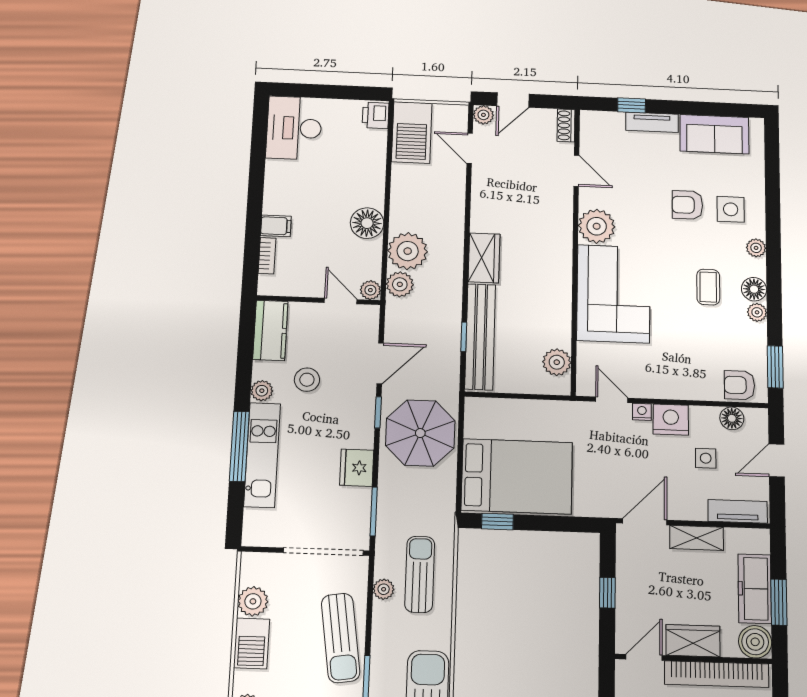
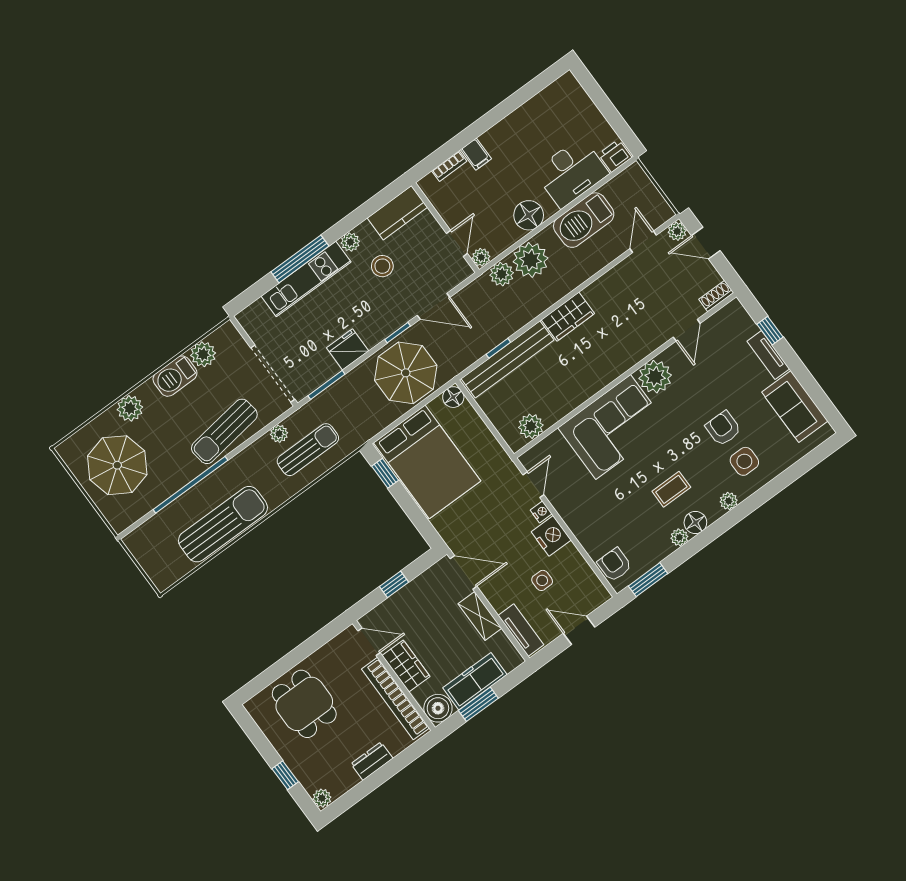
desk: (294, 128) -> (571, 172), moved, turned 180
barbecue: (412, 132) -> (584, 220), moved
floor lamp: (732, 418) -> (453, 397), moved

